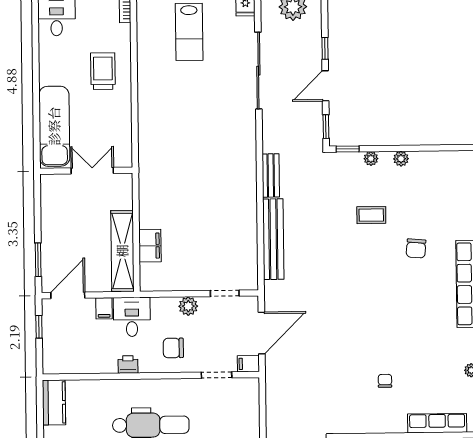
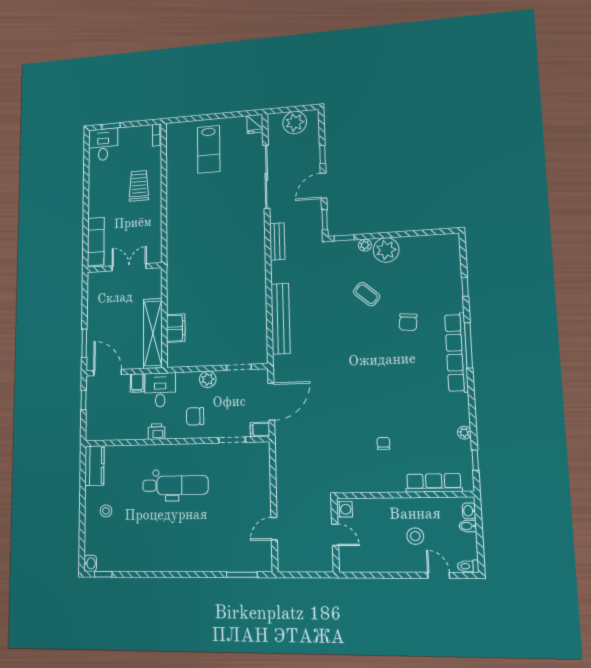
exam couch: (54, 126) -> (96, 242), width x0.73, depth x0.69
plant: (401, 159) -> (386, 250), width x1.88, depth x1.88
bench: (271, 175) -> (277, 241), moved
coffee table: (371, 215) -> (367, 294), turned 41
door: (68, 295) -> (108, 373), hinge flipped

